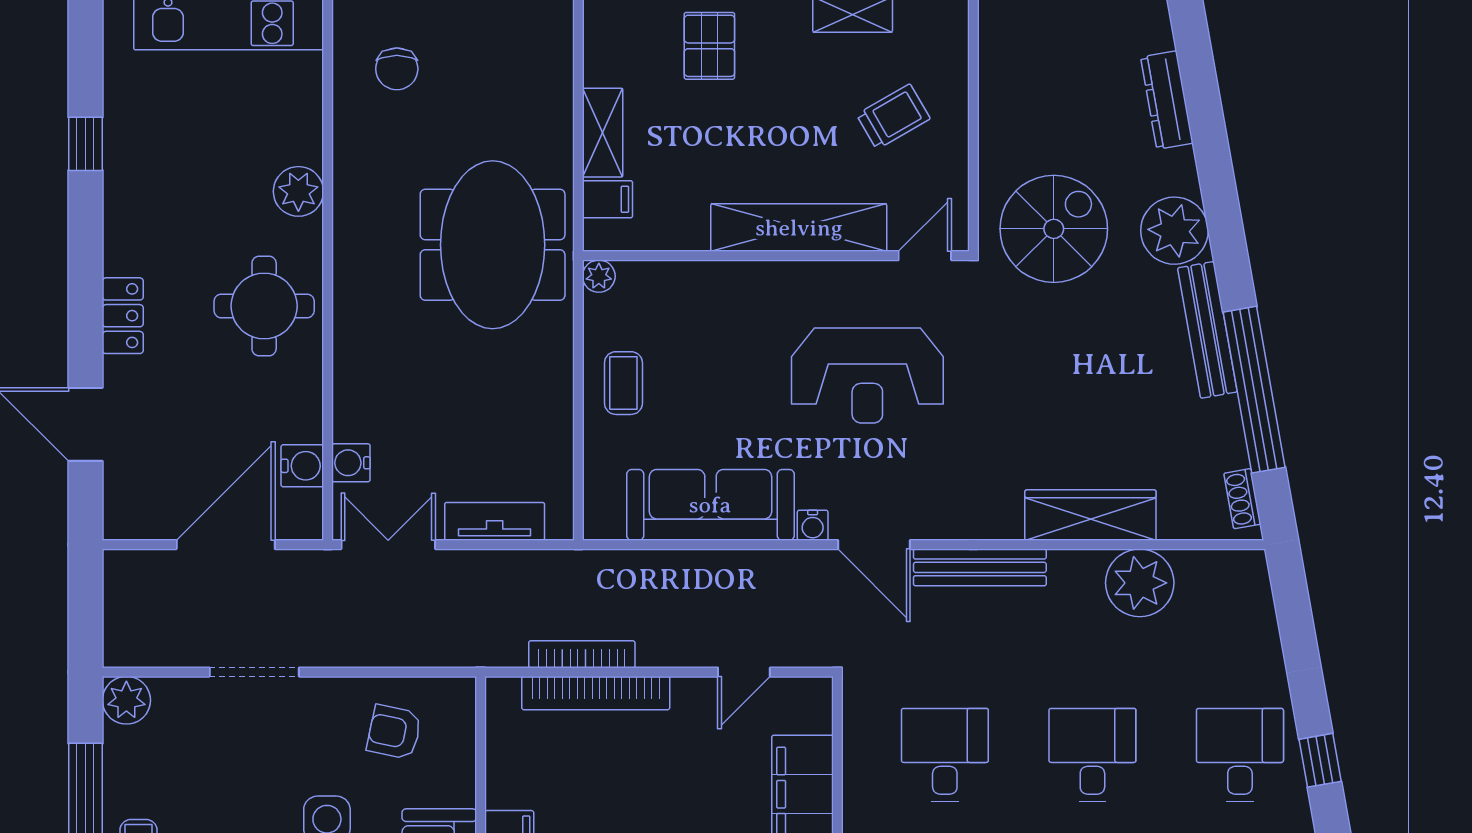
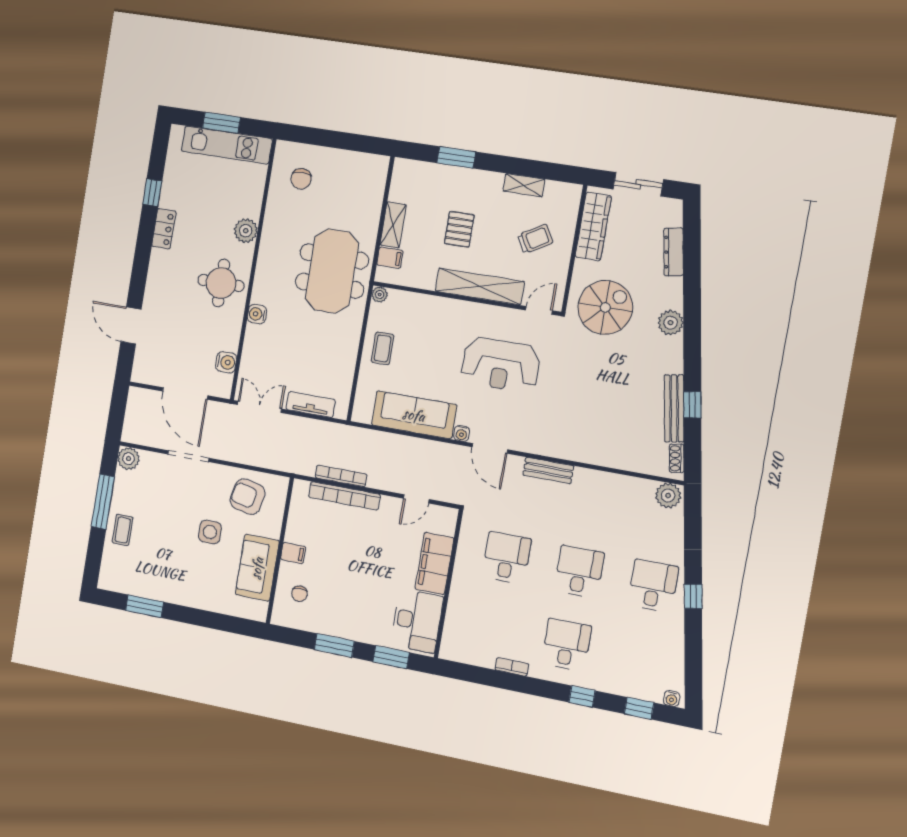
pallet: (709, 46) -> (459, 229), moved
plant: (1174, 231) -> (671, 323), width x0.73, depth x0.73
locker: (123, 316) -> (164, 229), moved
bench: (1207, 330) -> (674, 408), moved
window: (1254, 390) -> (692, 405), width x0.32
water cooler: (351, 463) -> (257, 314), moved
wardrobe: (1090, 515) -> (593, 226), moved, turned 90
door: (226, 545) -> (185, 393), swing flipped
bench: (980, 567) -> (548, 470), width x0.73
plant: (1140, 583) -> (668, 496), moved, width x0.73, depth x0.73
armchair: (394, 732) -> (248, 497), width x1.38, depth x1.38

